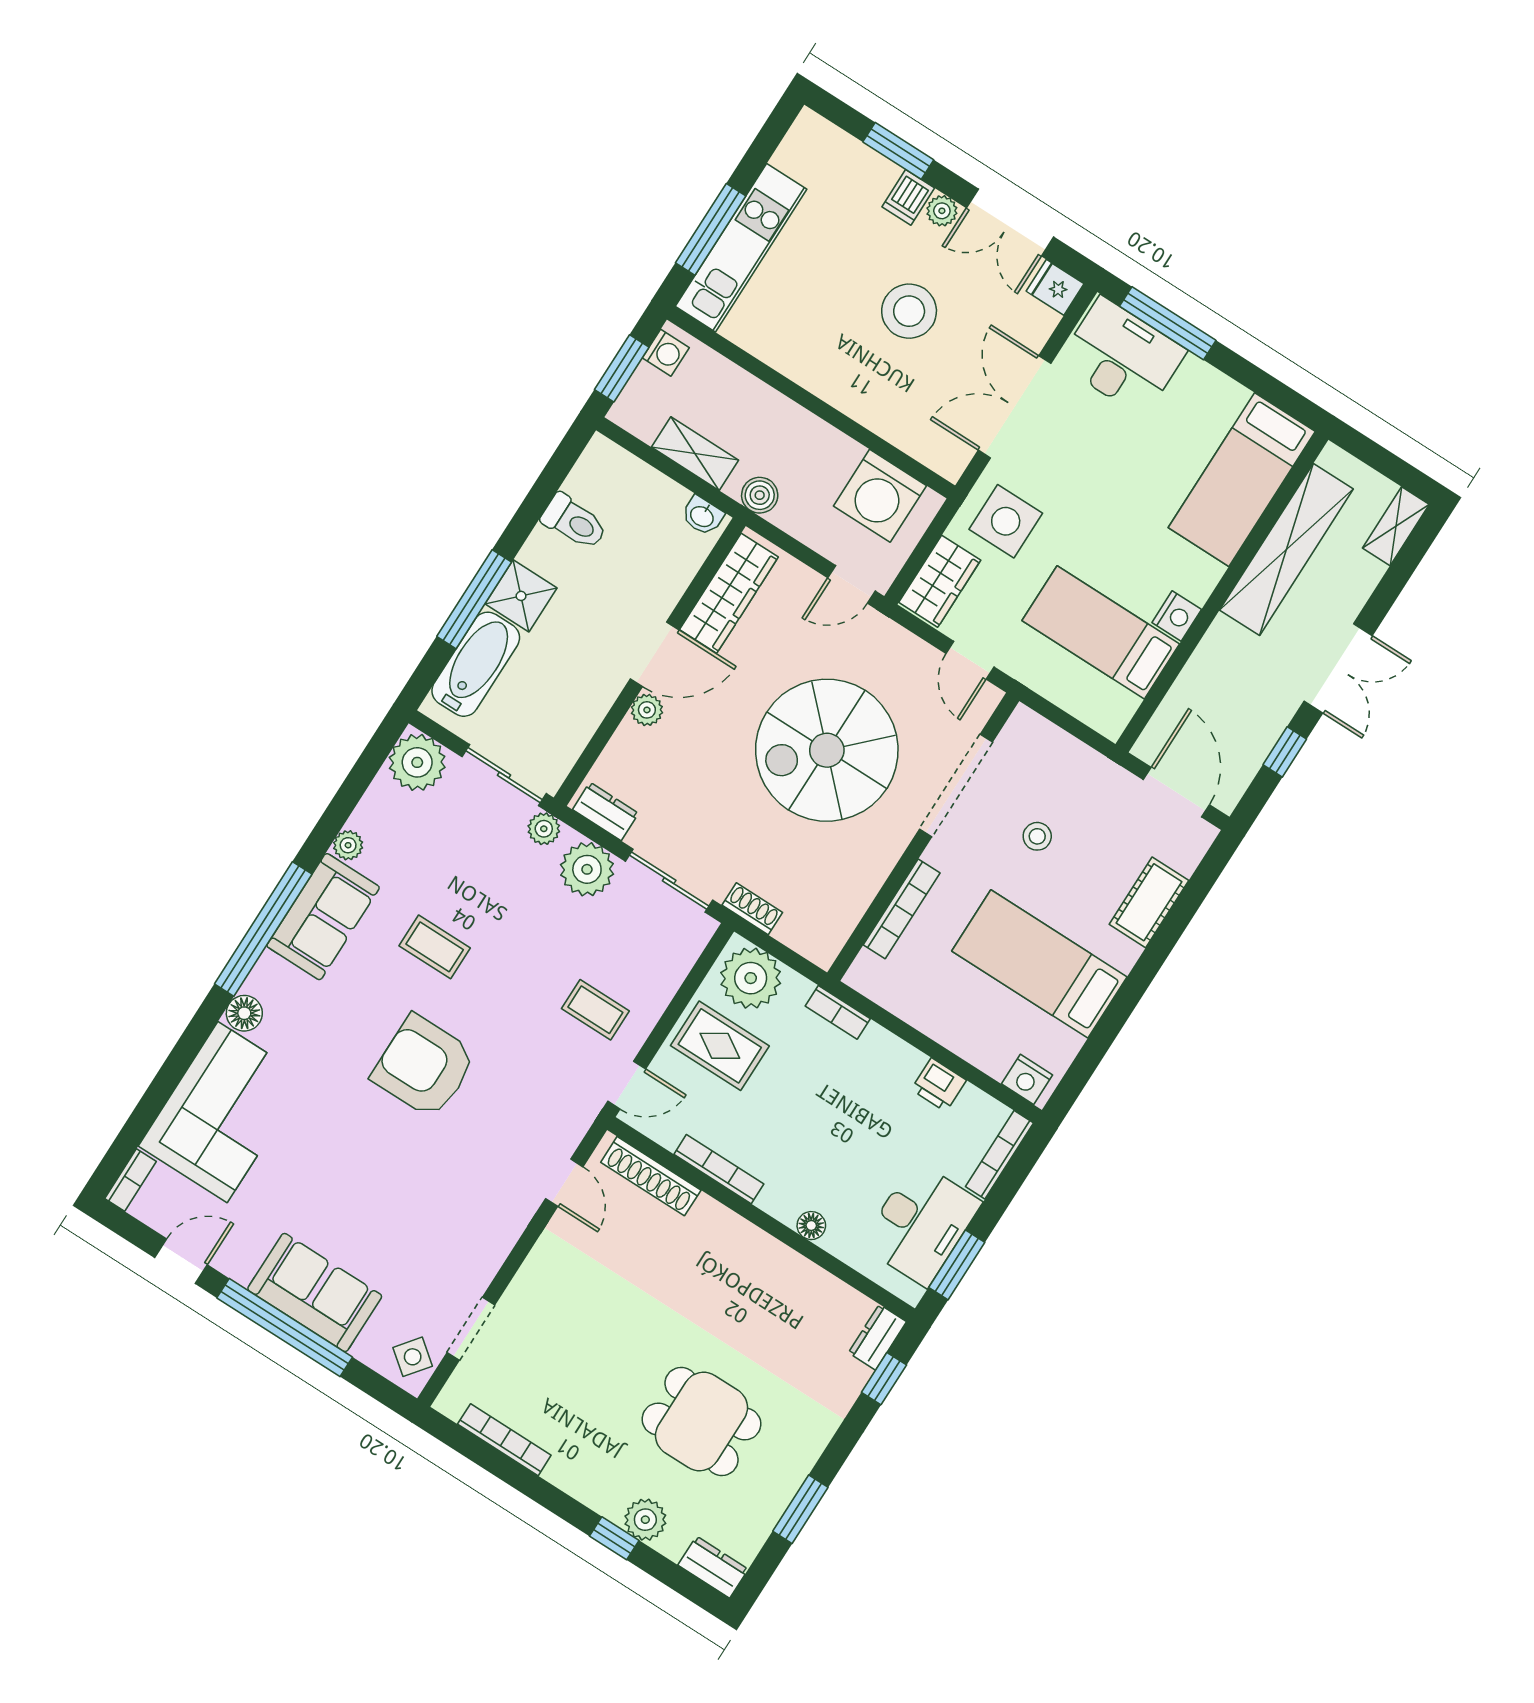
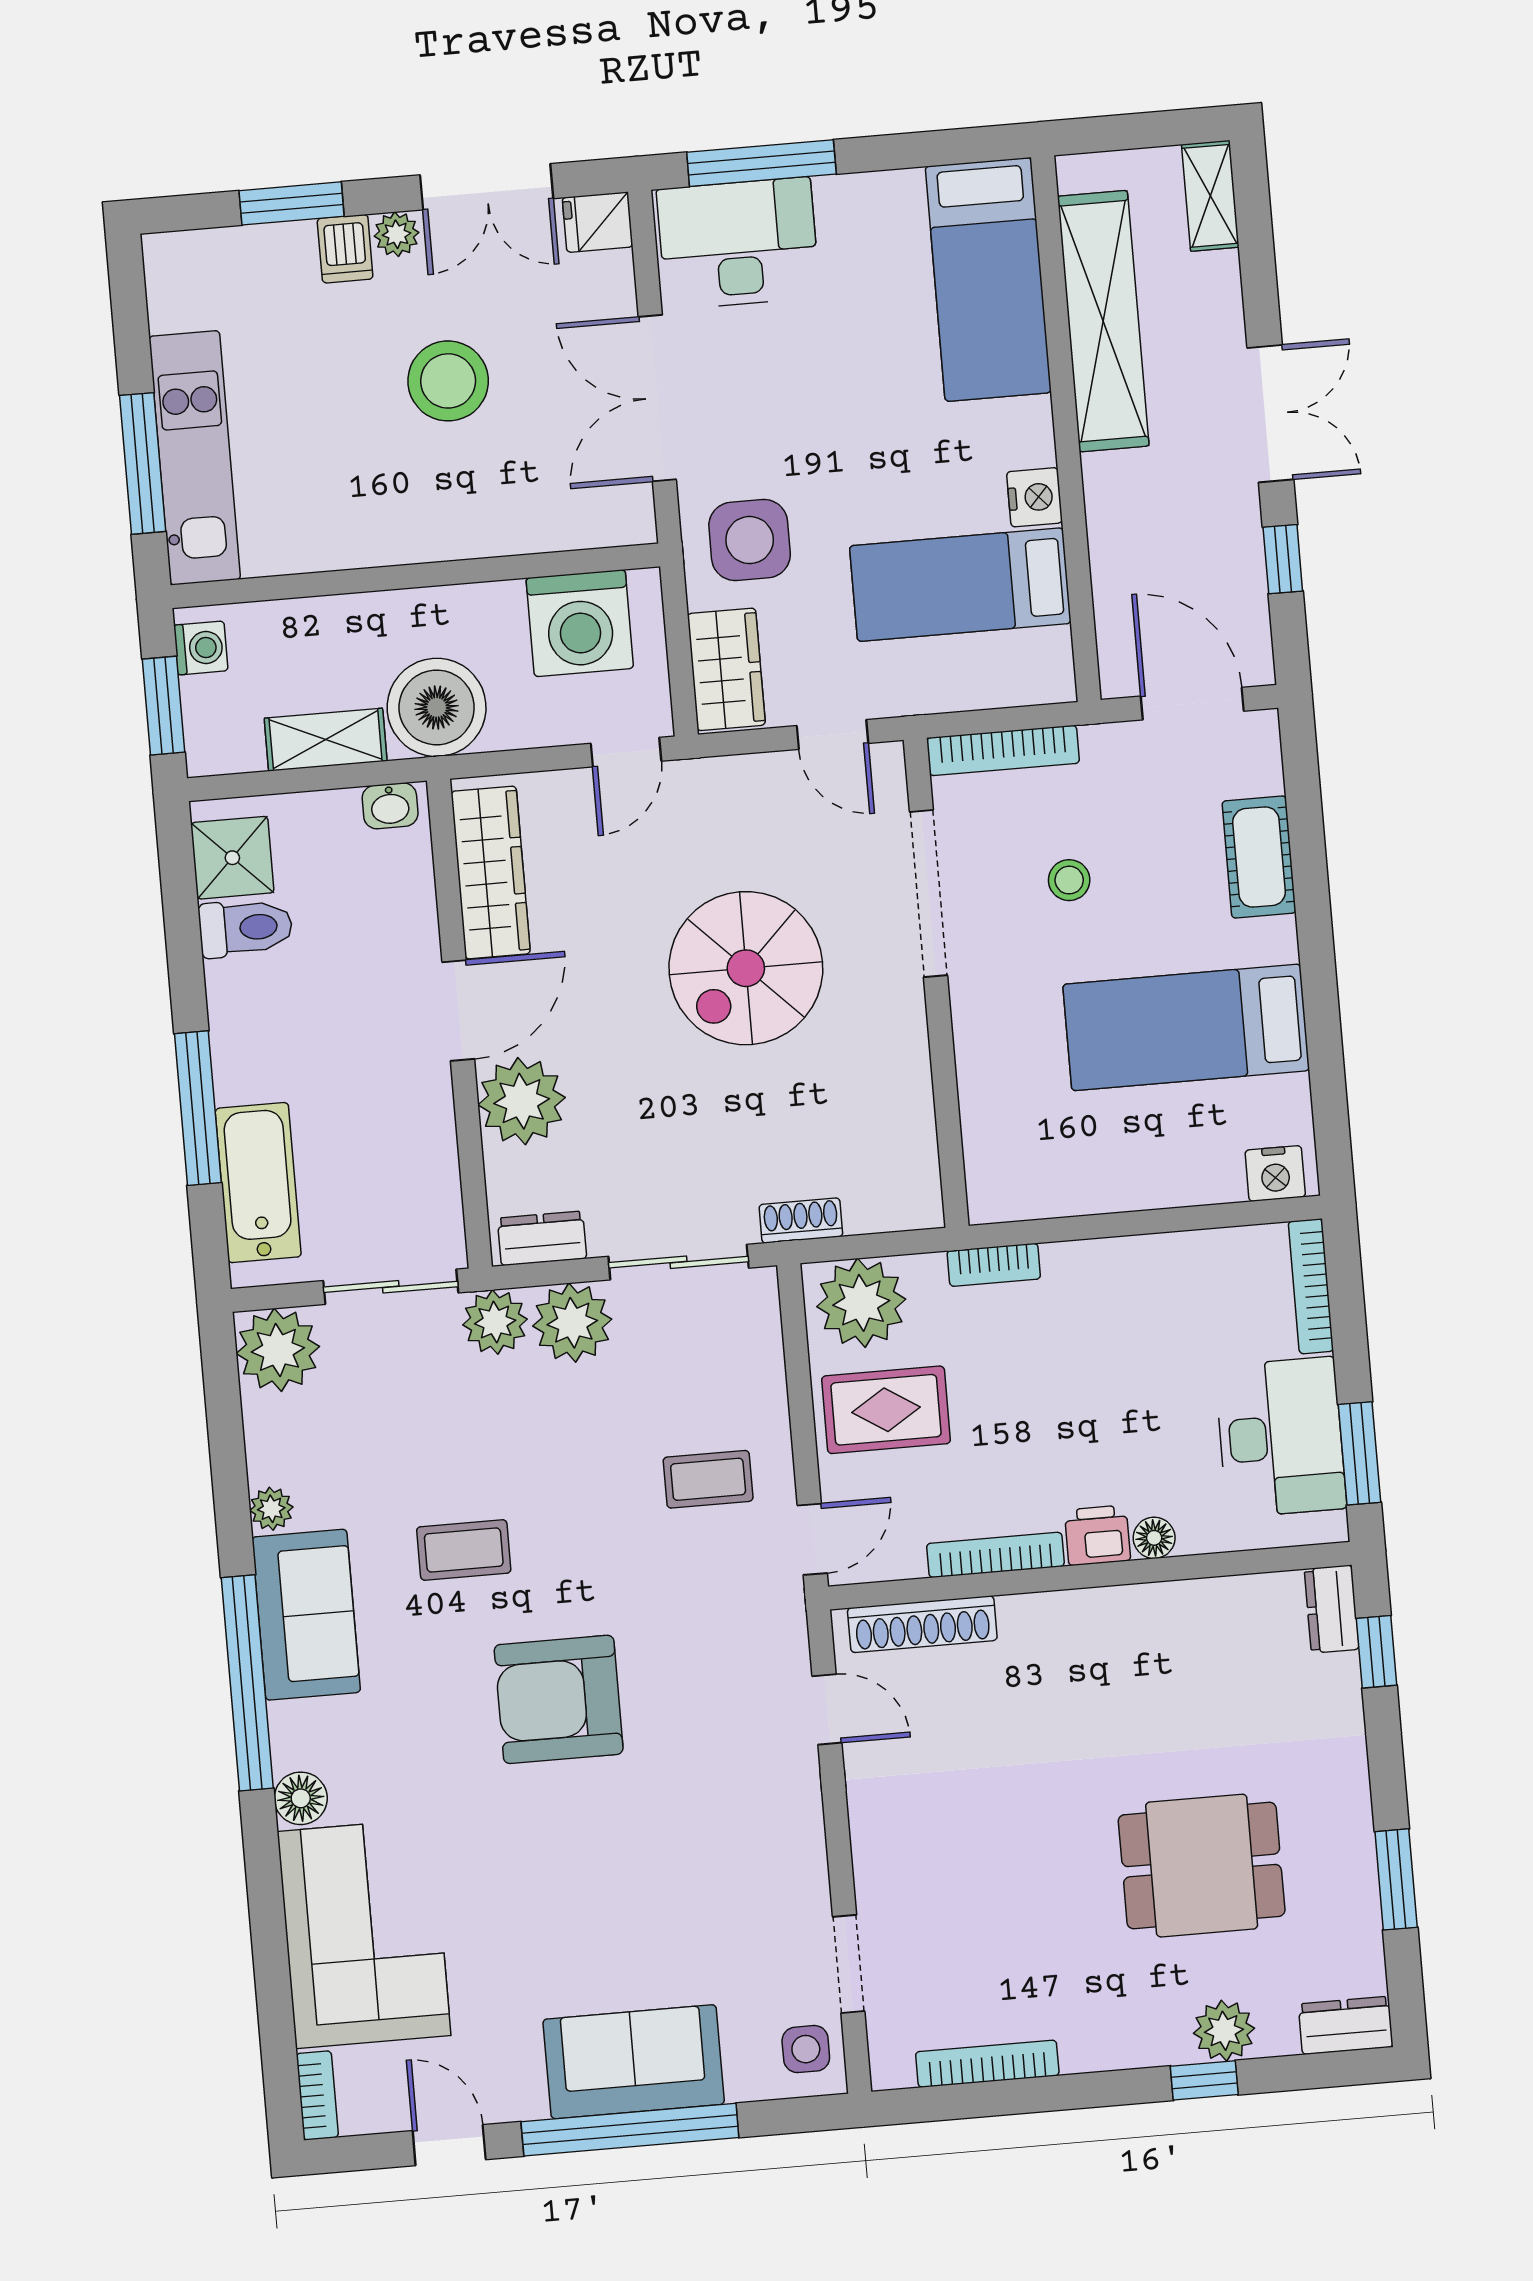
boiler: (760, 495) -> (437, 707), width x1.86, depth x1.86
shower: (521, 596) -> (232, 858), moved
plant: (647, 710) -> (522, 1101), width x1.87, depth x1.87
spiral stairs: (827, 750) -> (746, 968), width x0.73, depth x0.73
plant: (544, 829) -> (495, 1322), width x1.38, depth x1.38
bookcase: (902, 909) -> (1003, 751), moved, turned 90
printer: (939, 1085) -> (1097, 1535), moved, turned 180
door: (181, 1261) -> (449, 2145), hinge flipped
side table: (413, 1357) -> (806, 2049), turned -38

